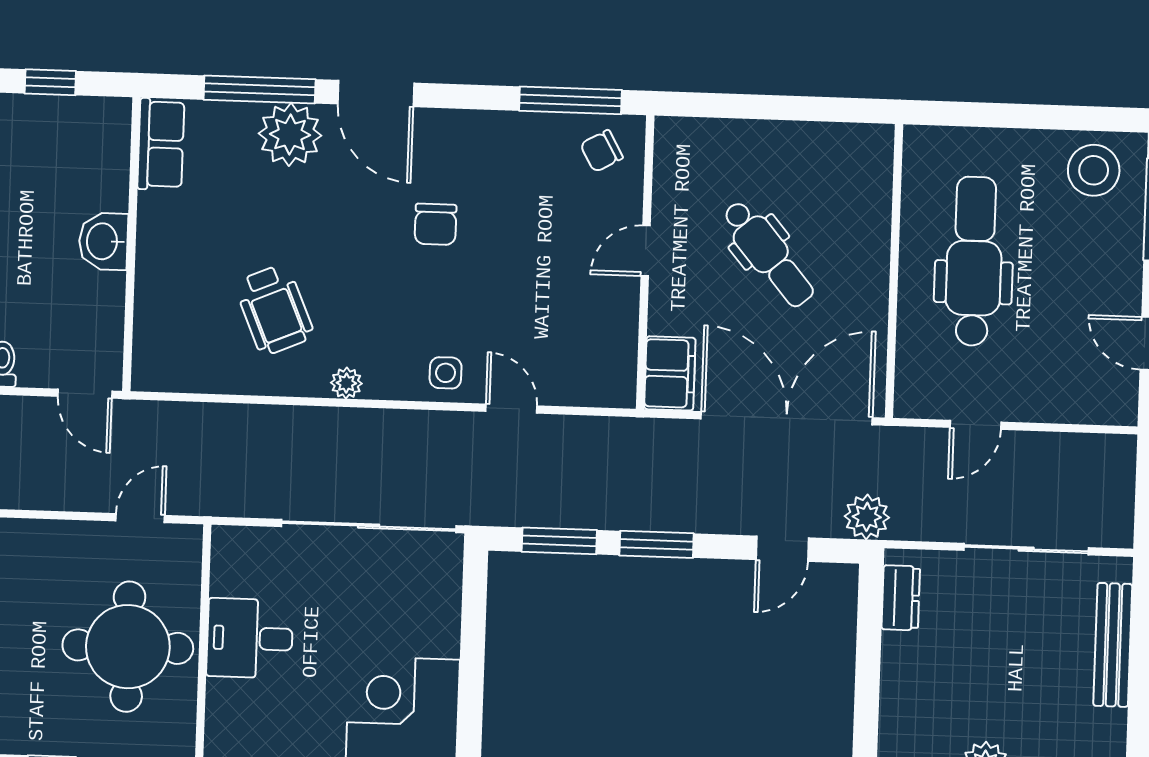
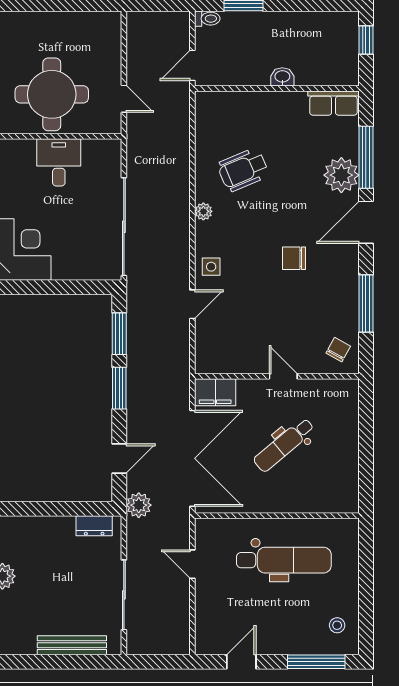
window: (570, 100) -> (366, 304), moved
chair: (602, 151) -> (338, 350), turned 58
stool: (1094, 170) -> (337, 625), width x0.53, depth x0.53
washbasin: (103, 241) -> (282, 77), width x0.72, depth x0.69
door: (782, 549) -> (119, 458), swing flipped

